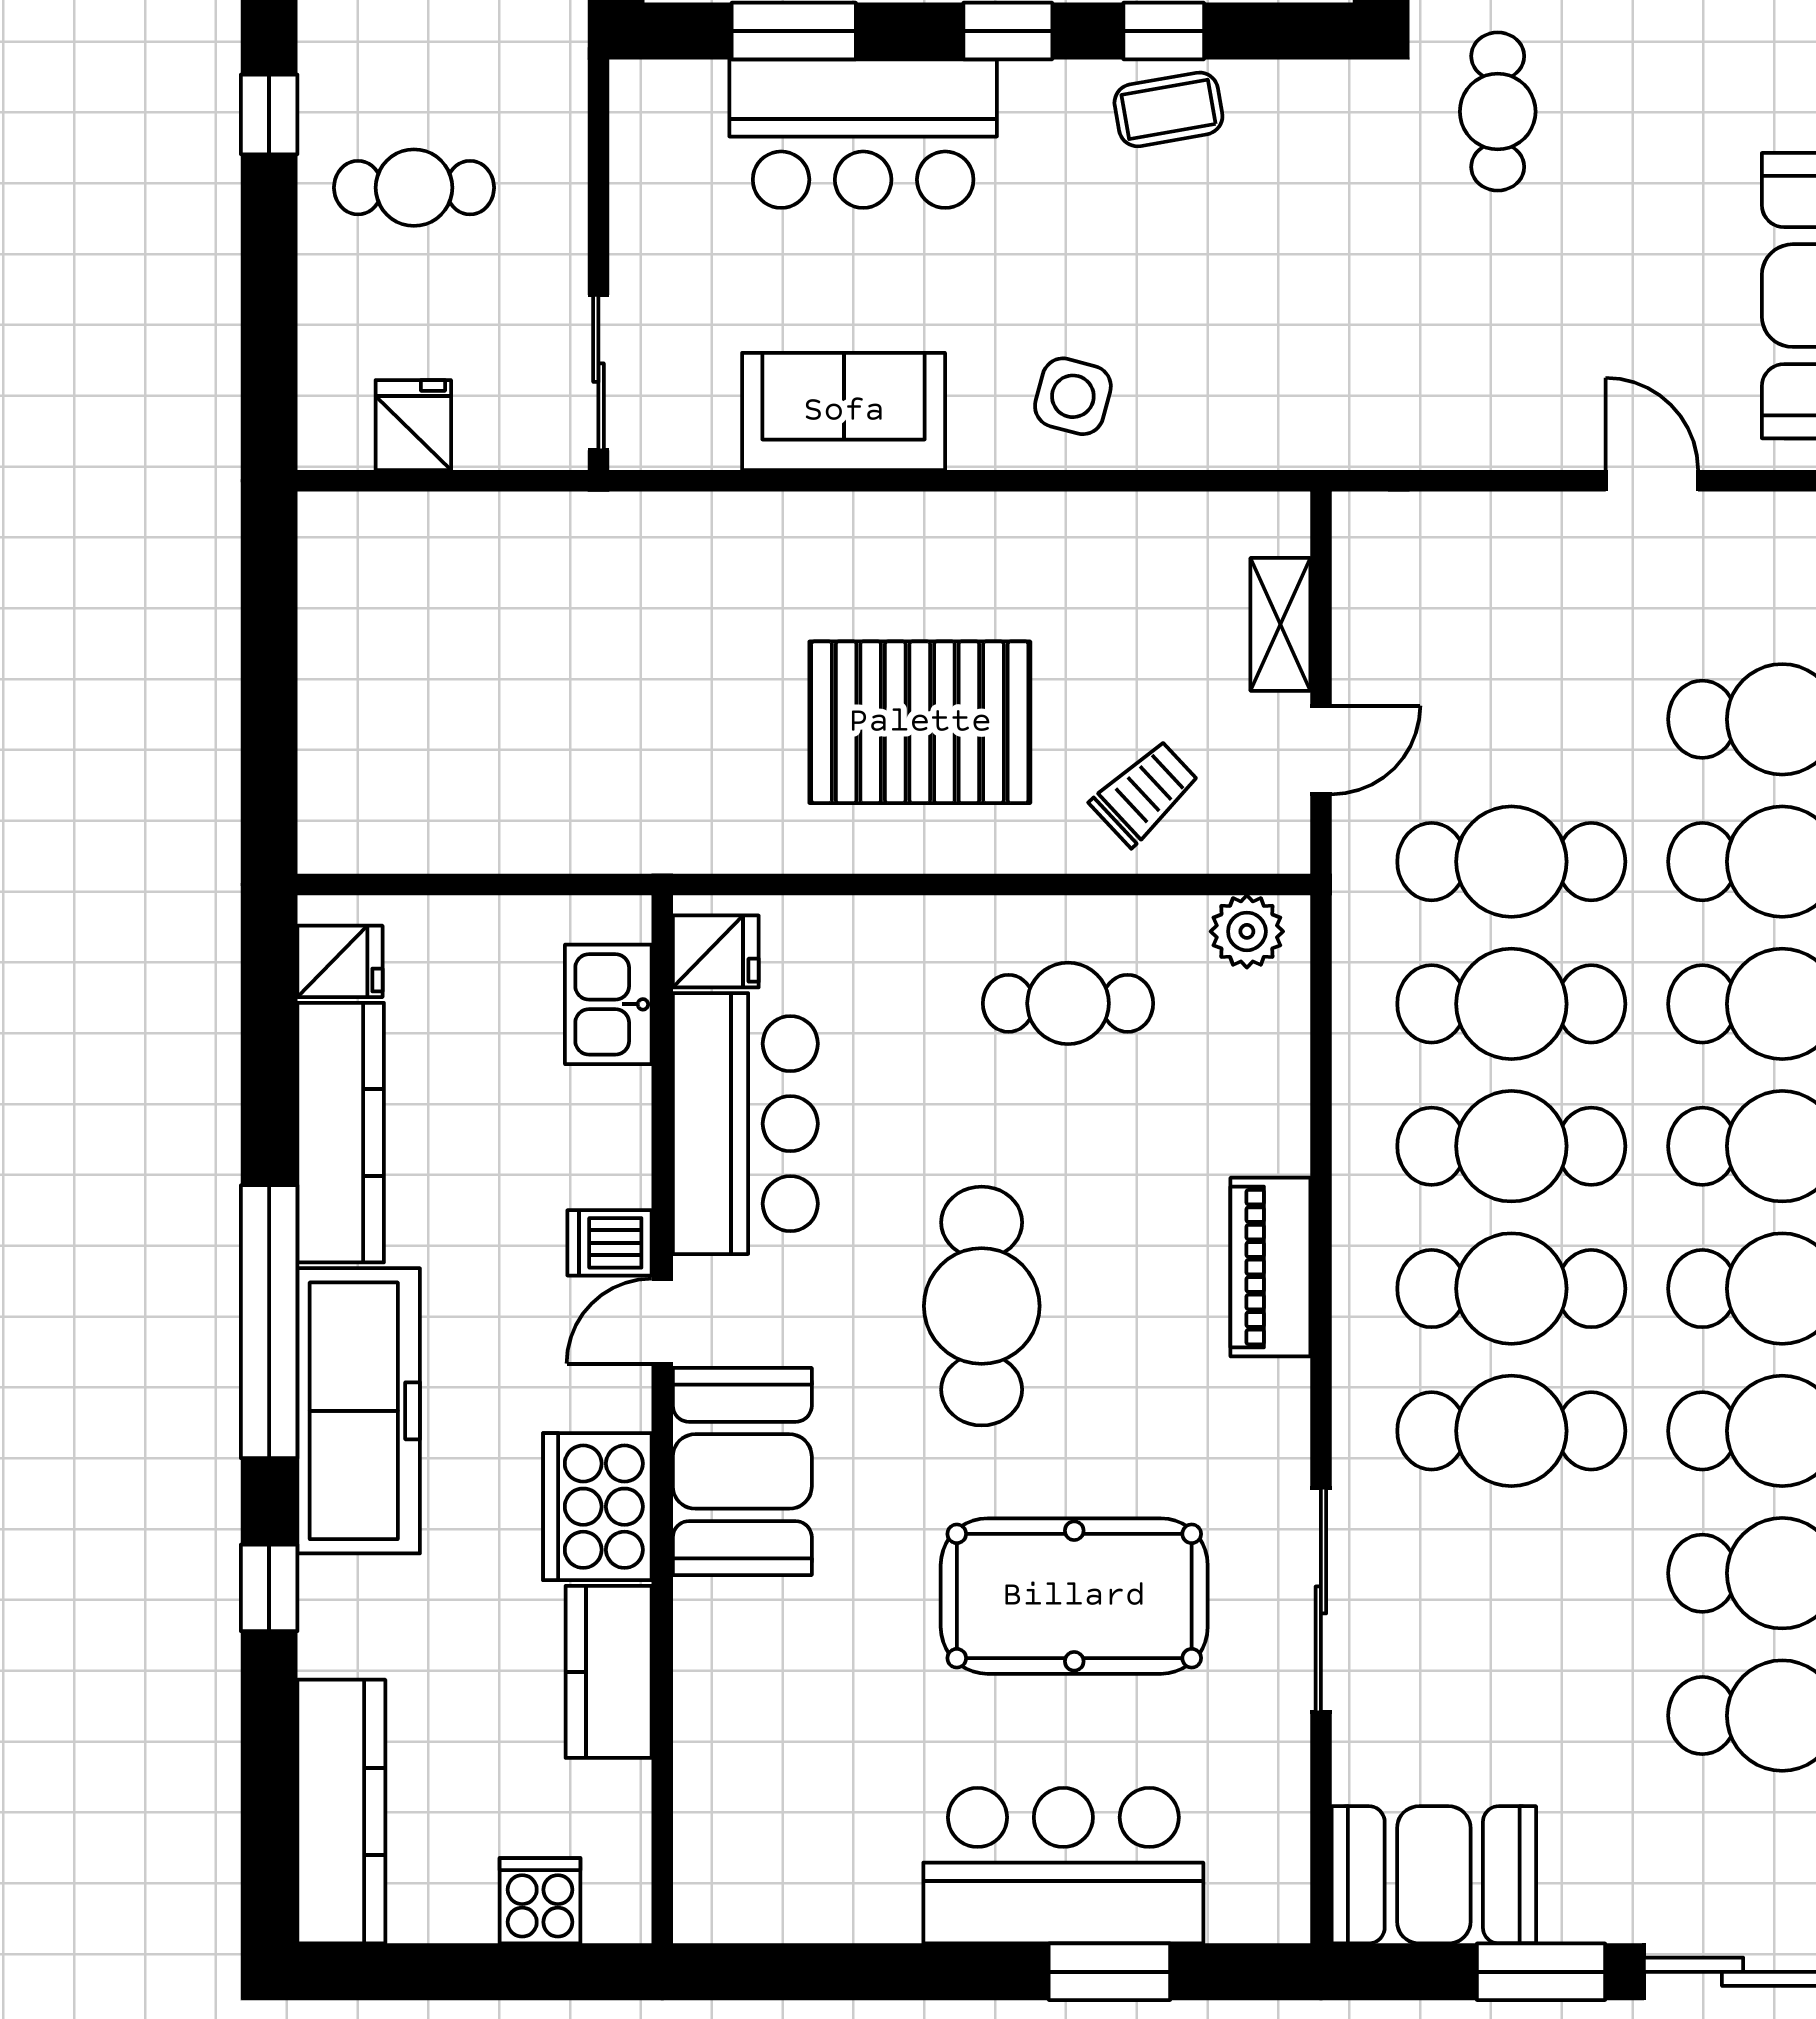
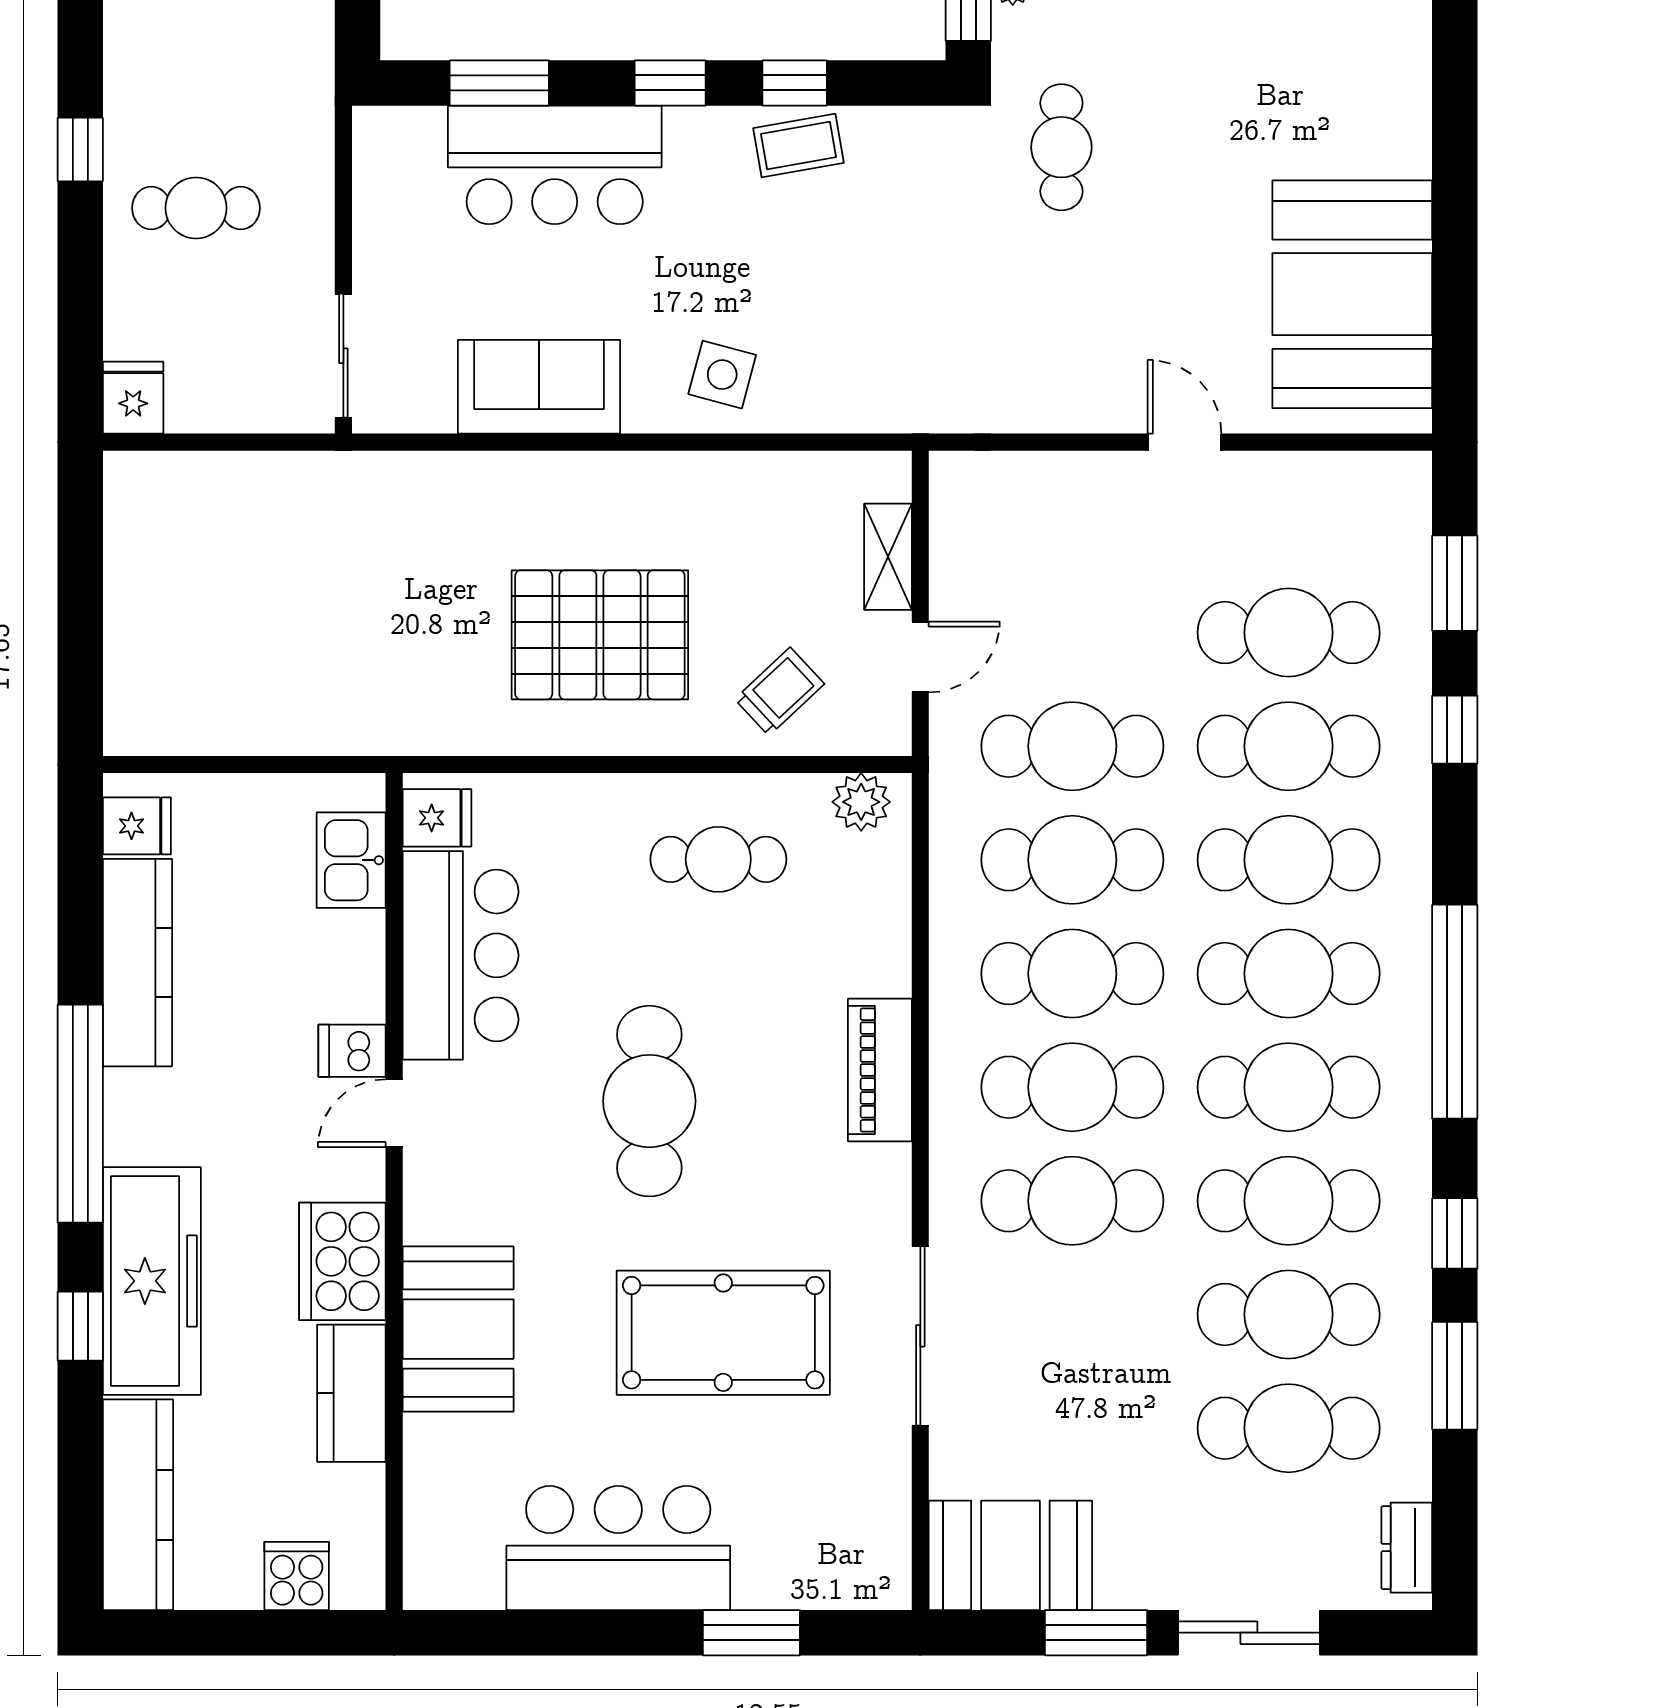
fridge: (413, 425) -> (133, 398), moved
freezer: (359, 1411) -> (152, 1281), moved
booth: (742, 1471) -> (458, 1329), moved
bar counter: (1063, 1866) -> (618, 1548), moved

